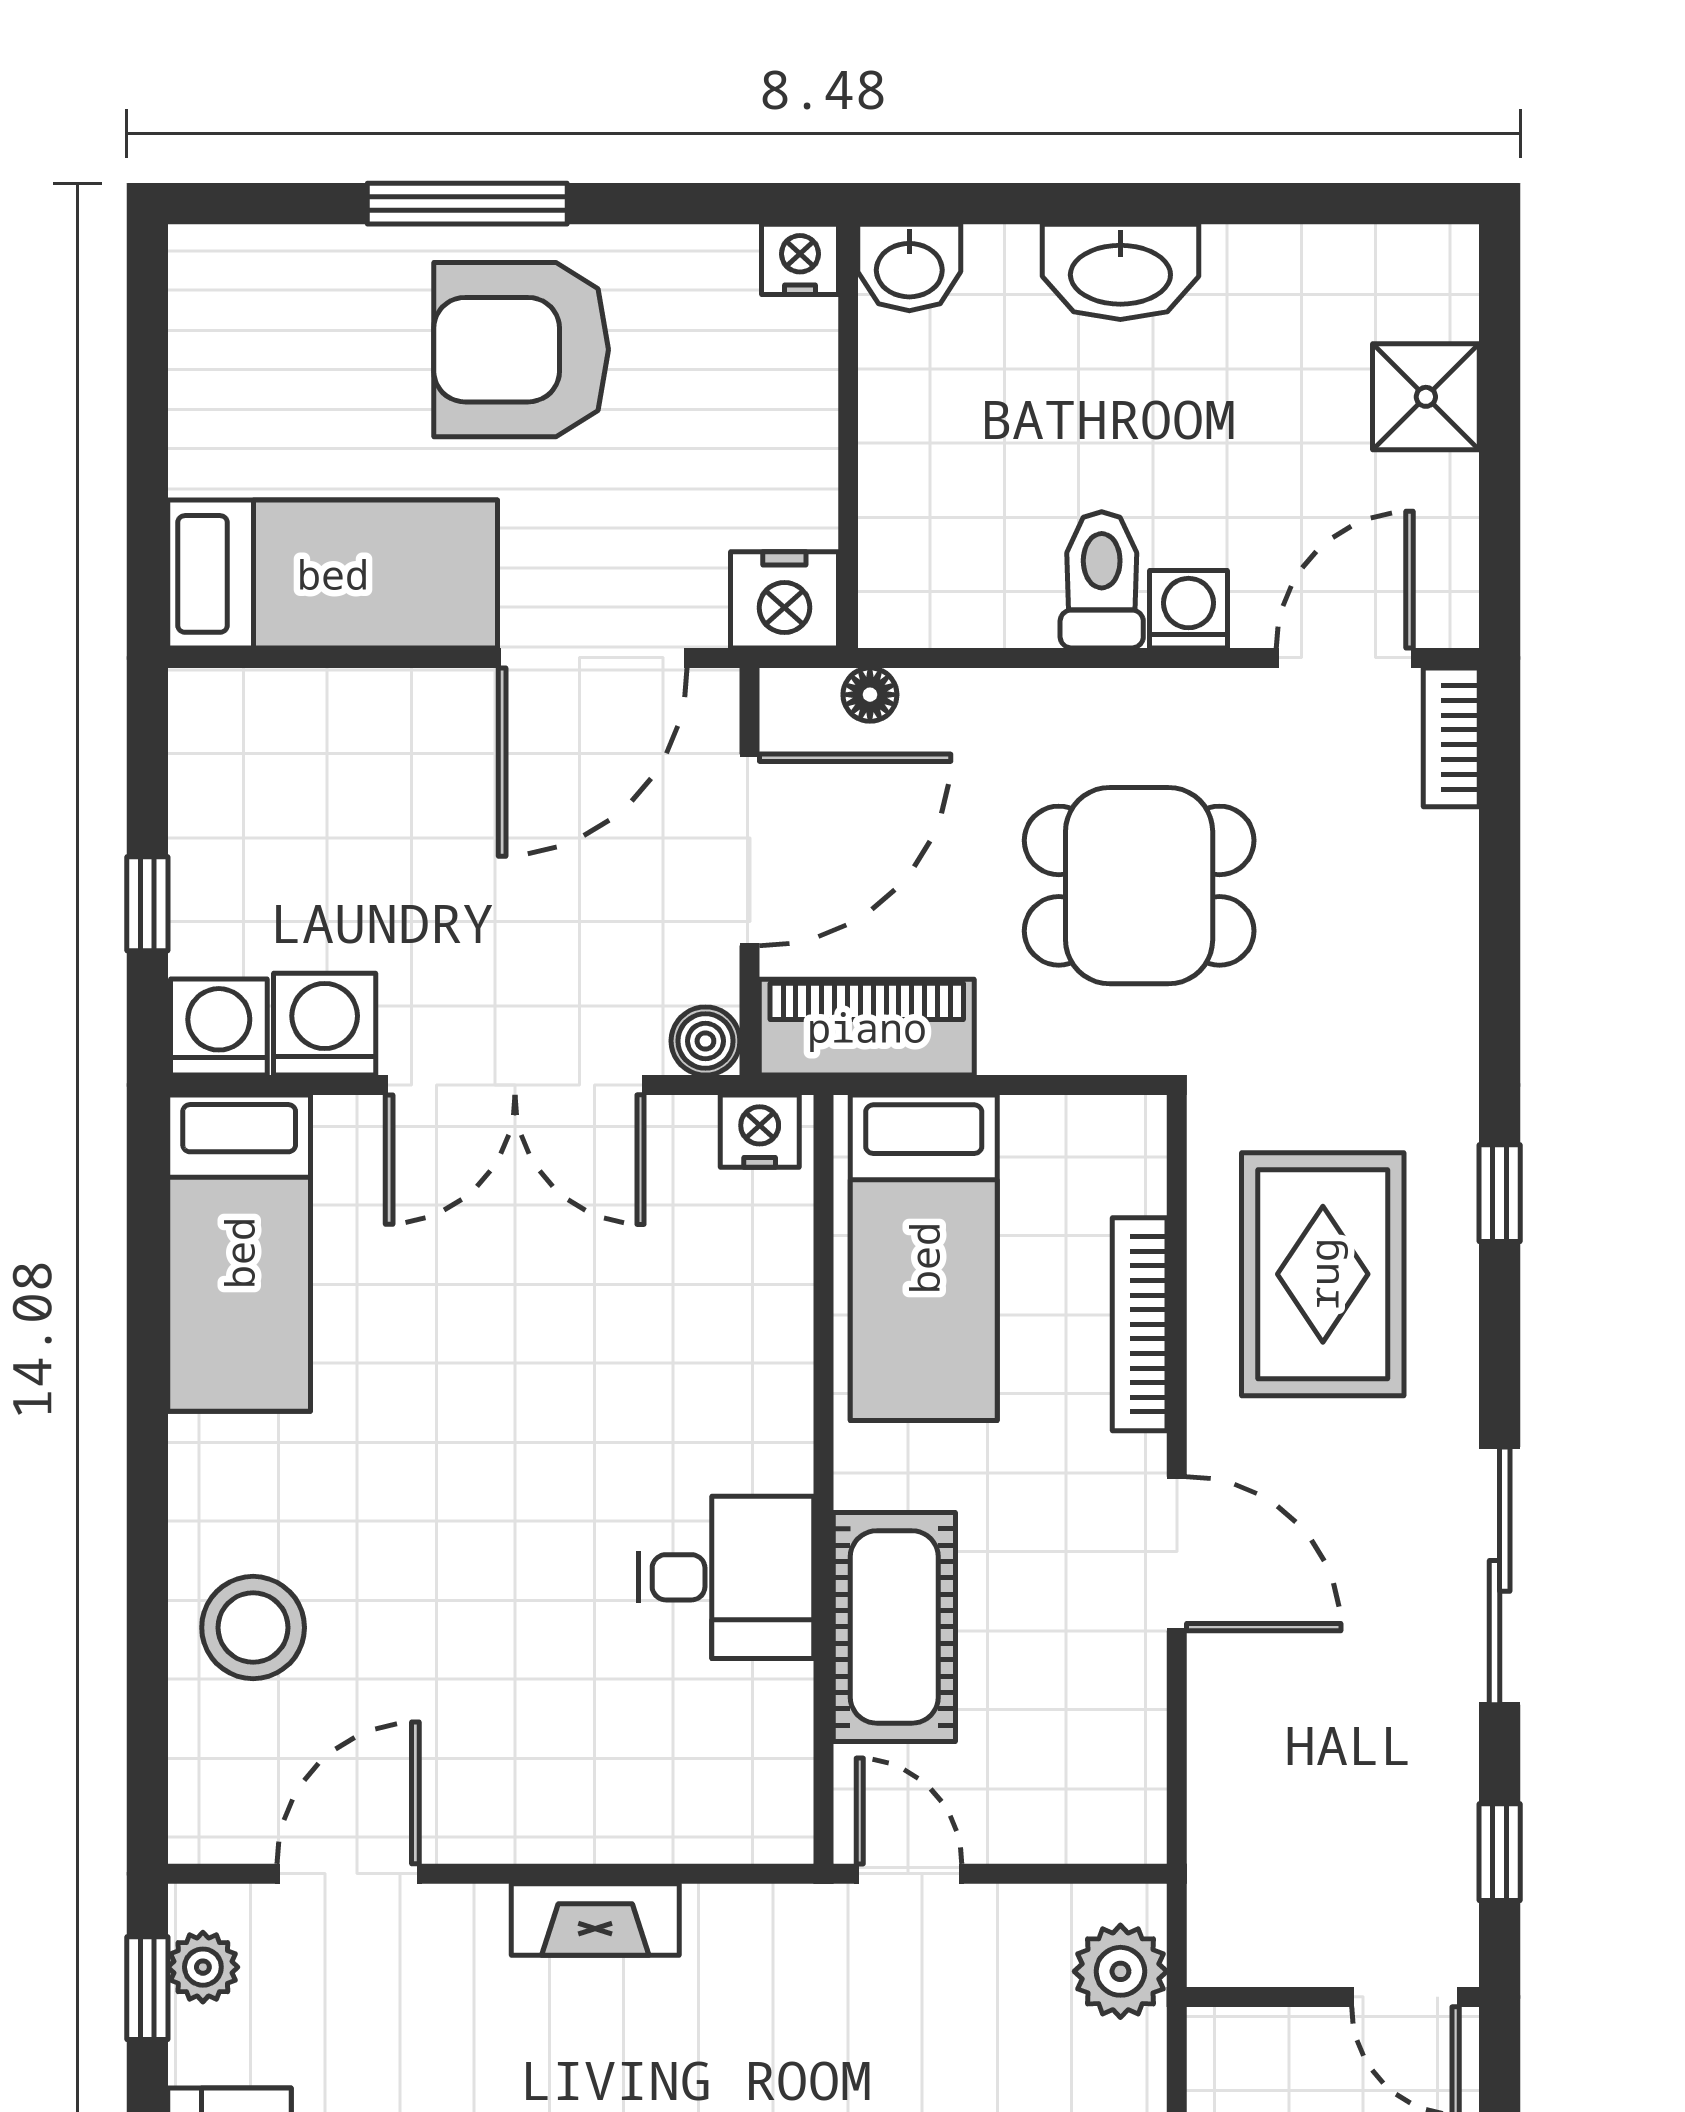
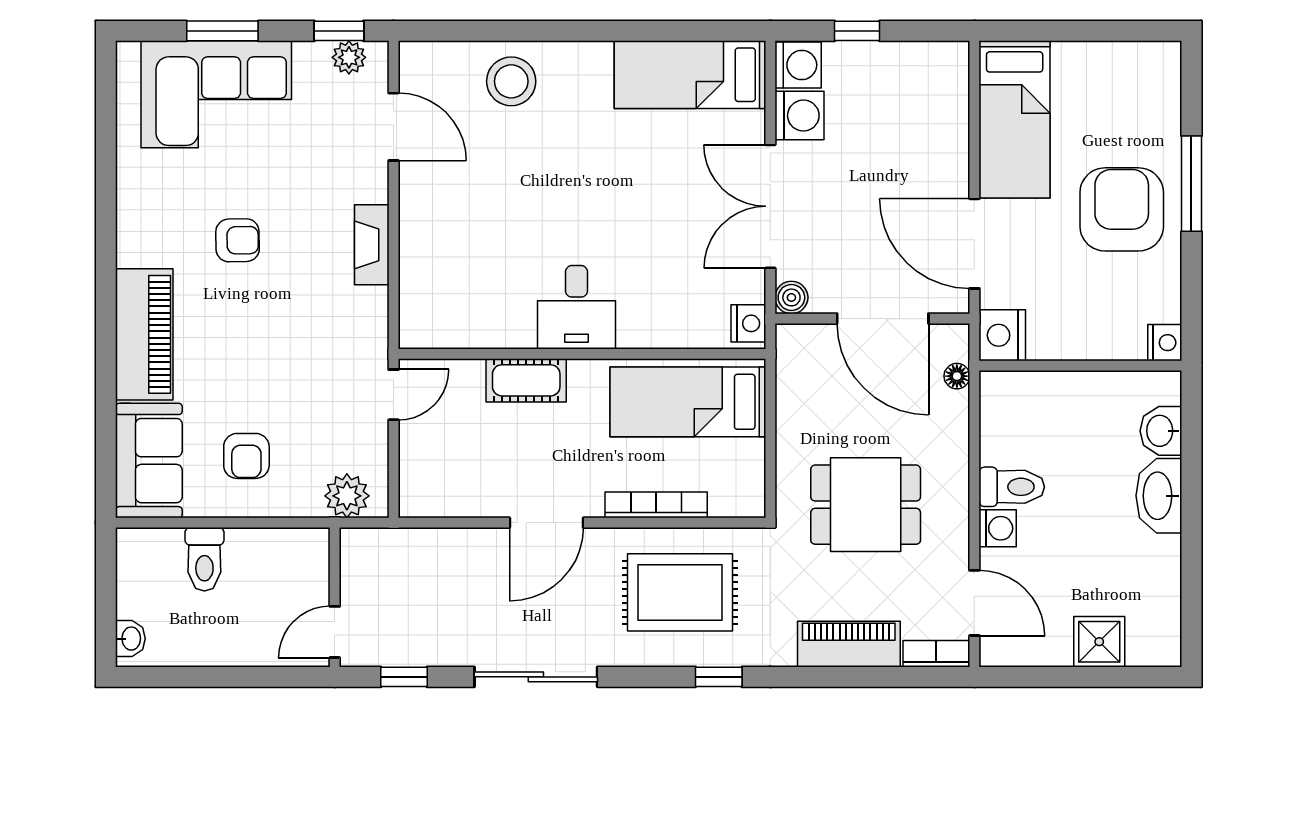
washbasin: (909, 268) -> (1161, 431), moved
dining table: (1139, 886) -> (866, 505), turned 90
piano: (867, 1027) -> (849, 644), moved, turned -90
desk: (726, 1577) -> (577, 307), moved
cot: (894, 1627) -> (526, 380), width x0.73, depth x0.75

